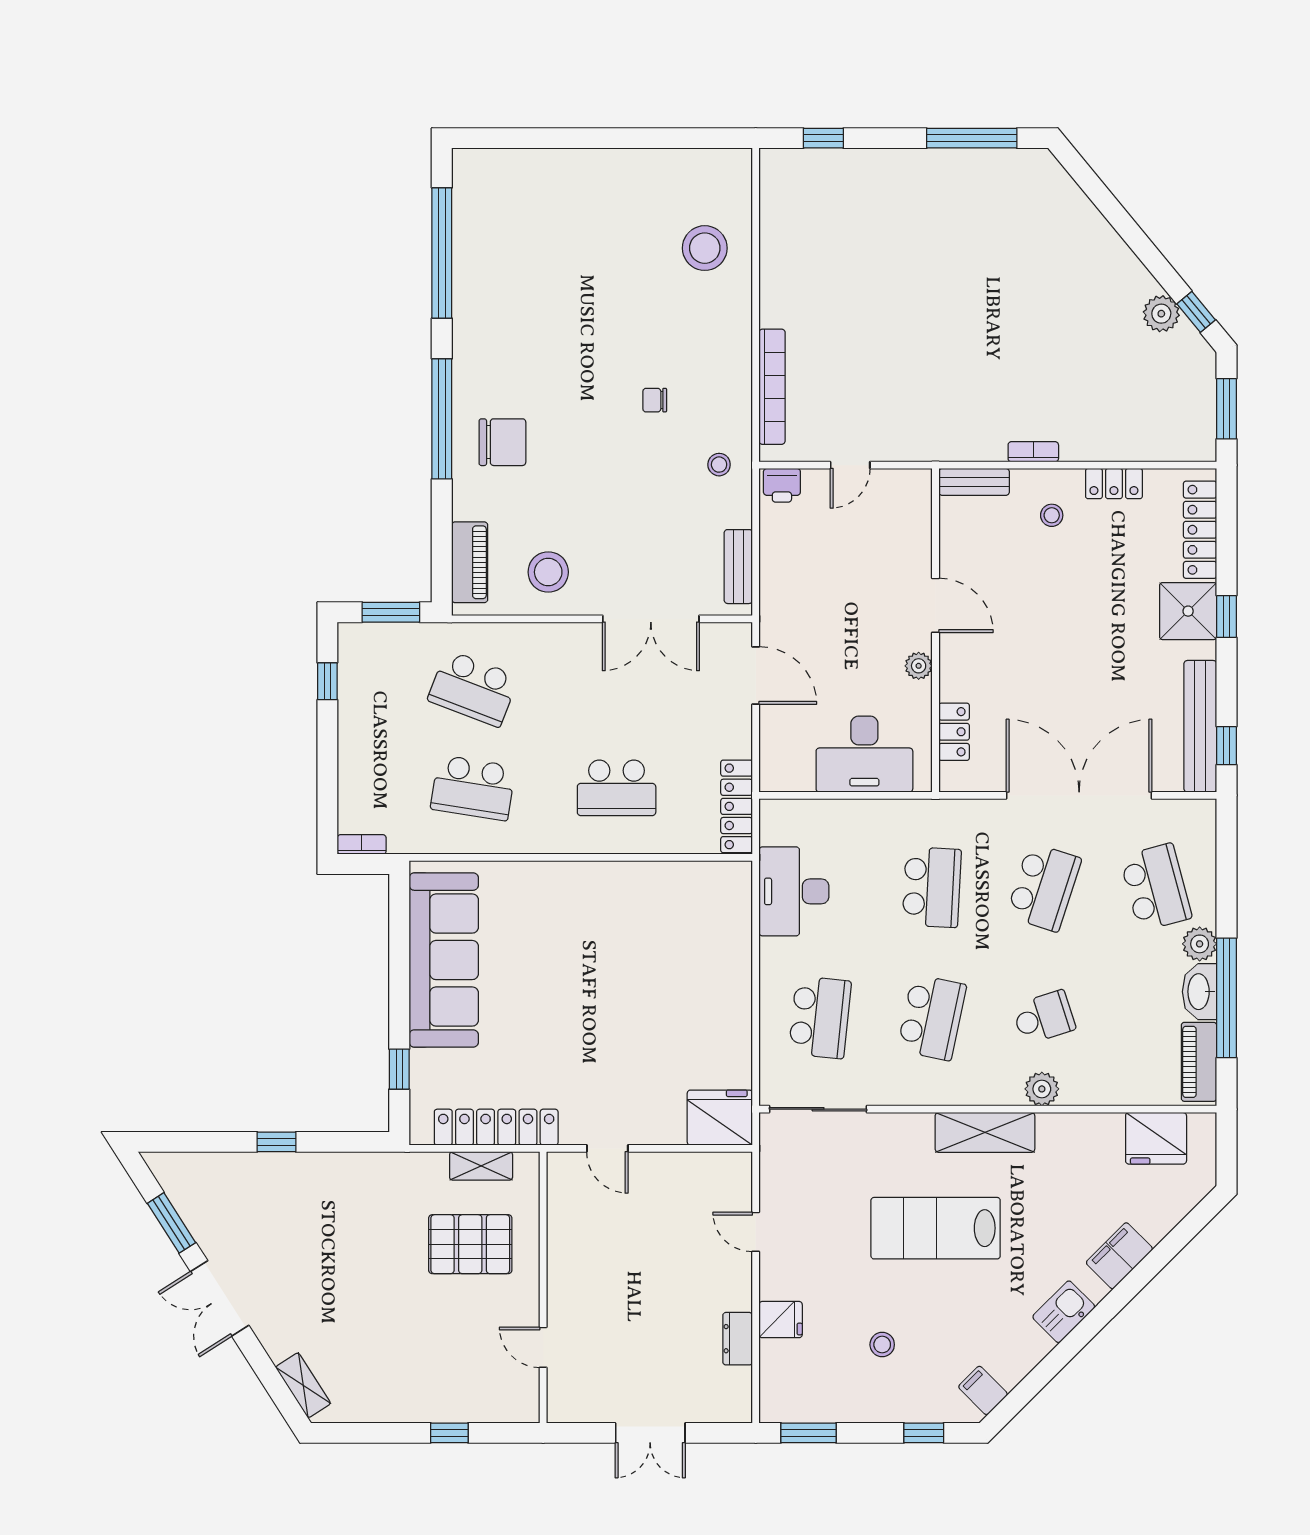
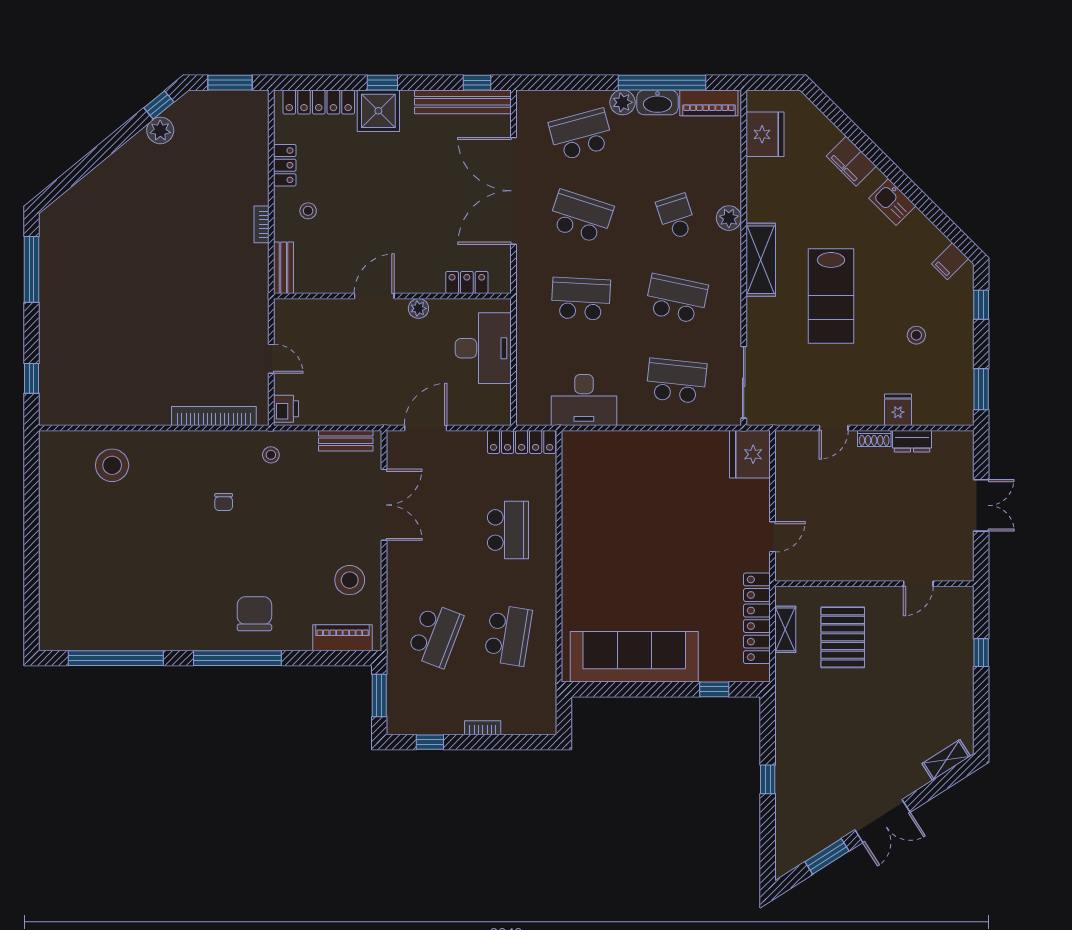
bookcase: (362, 844) -> (483, 728), moved, turned 90
shoe rack: (741, 1287) -> (874, 438), added

